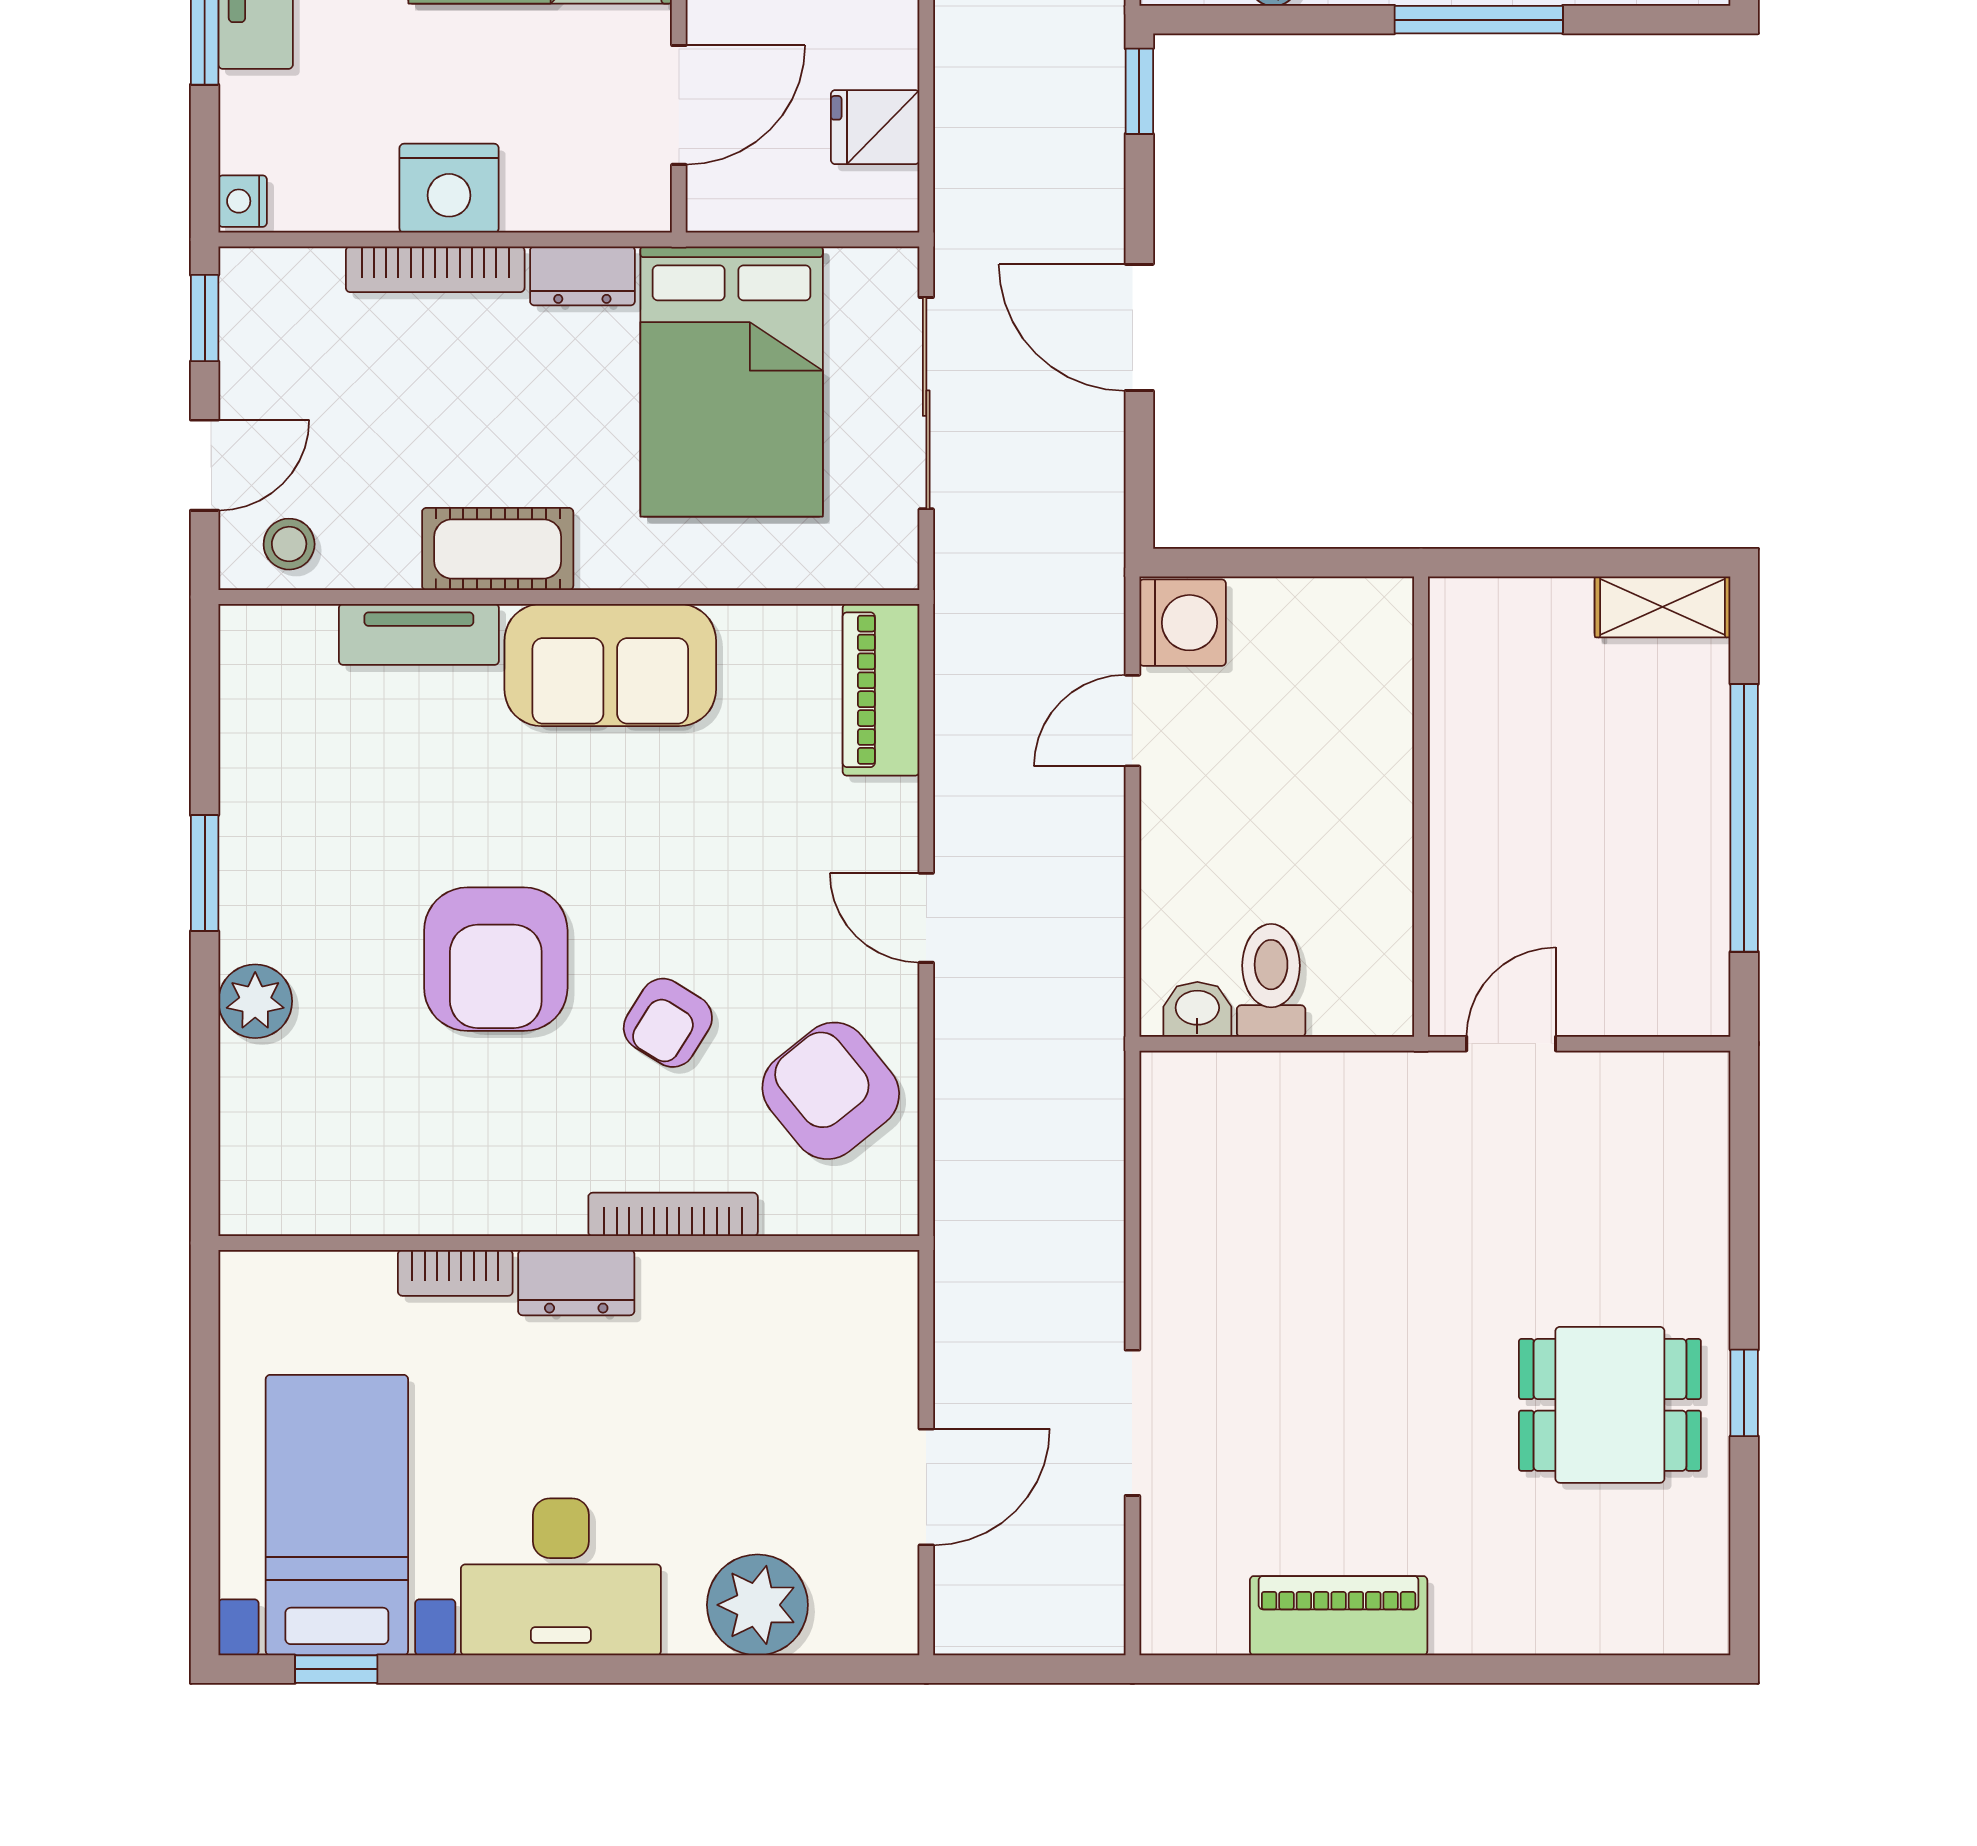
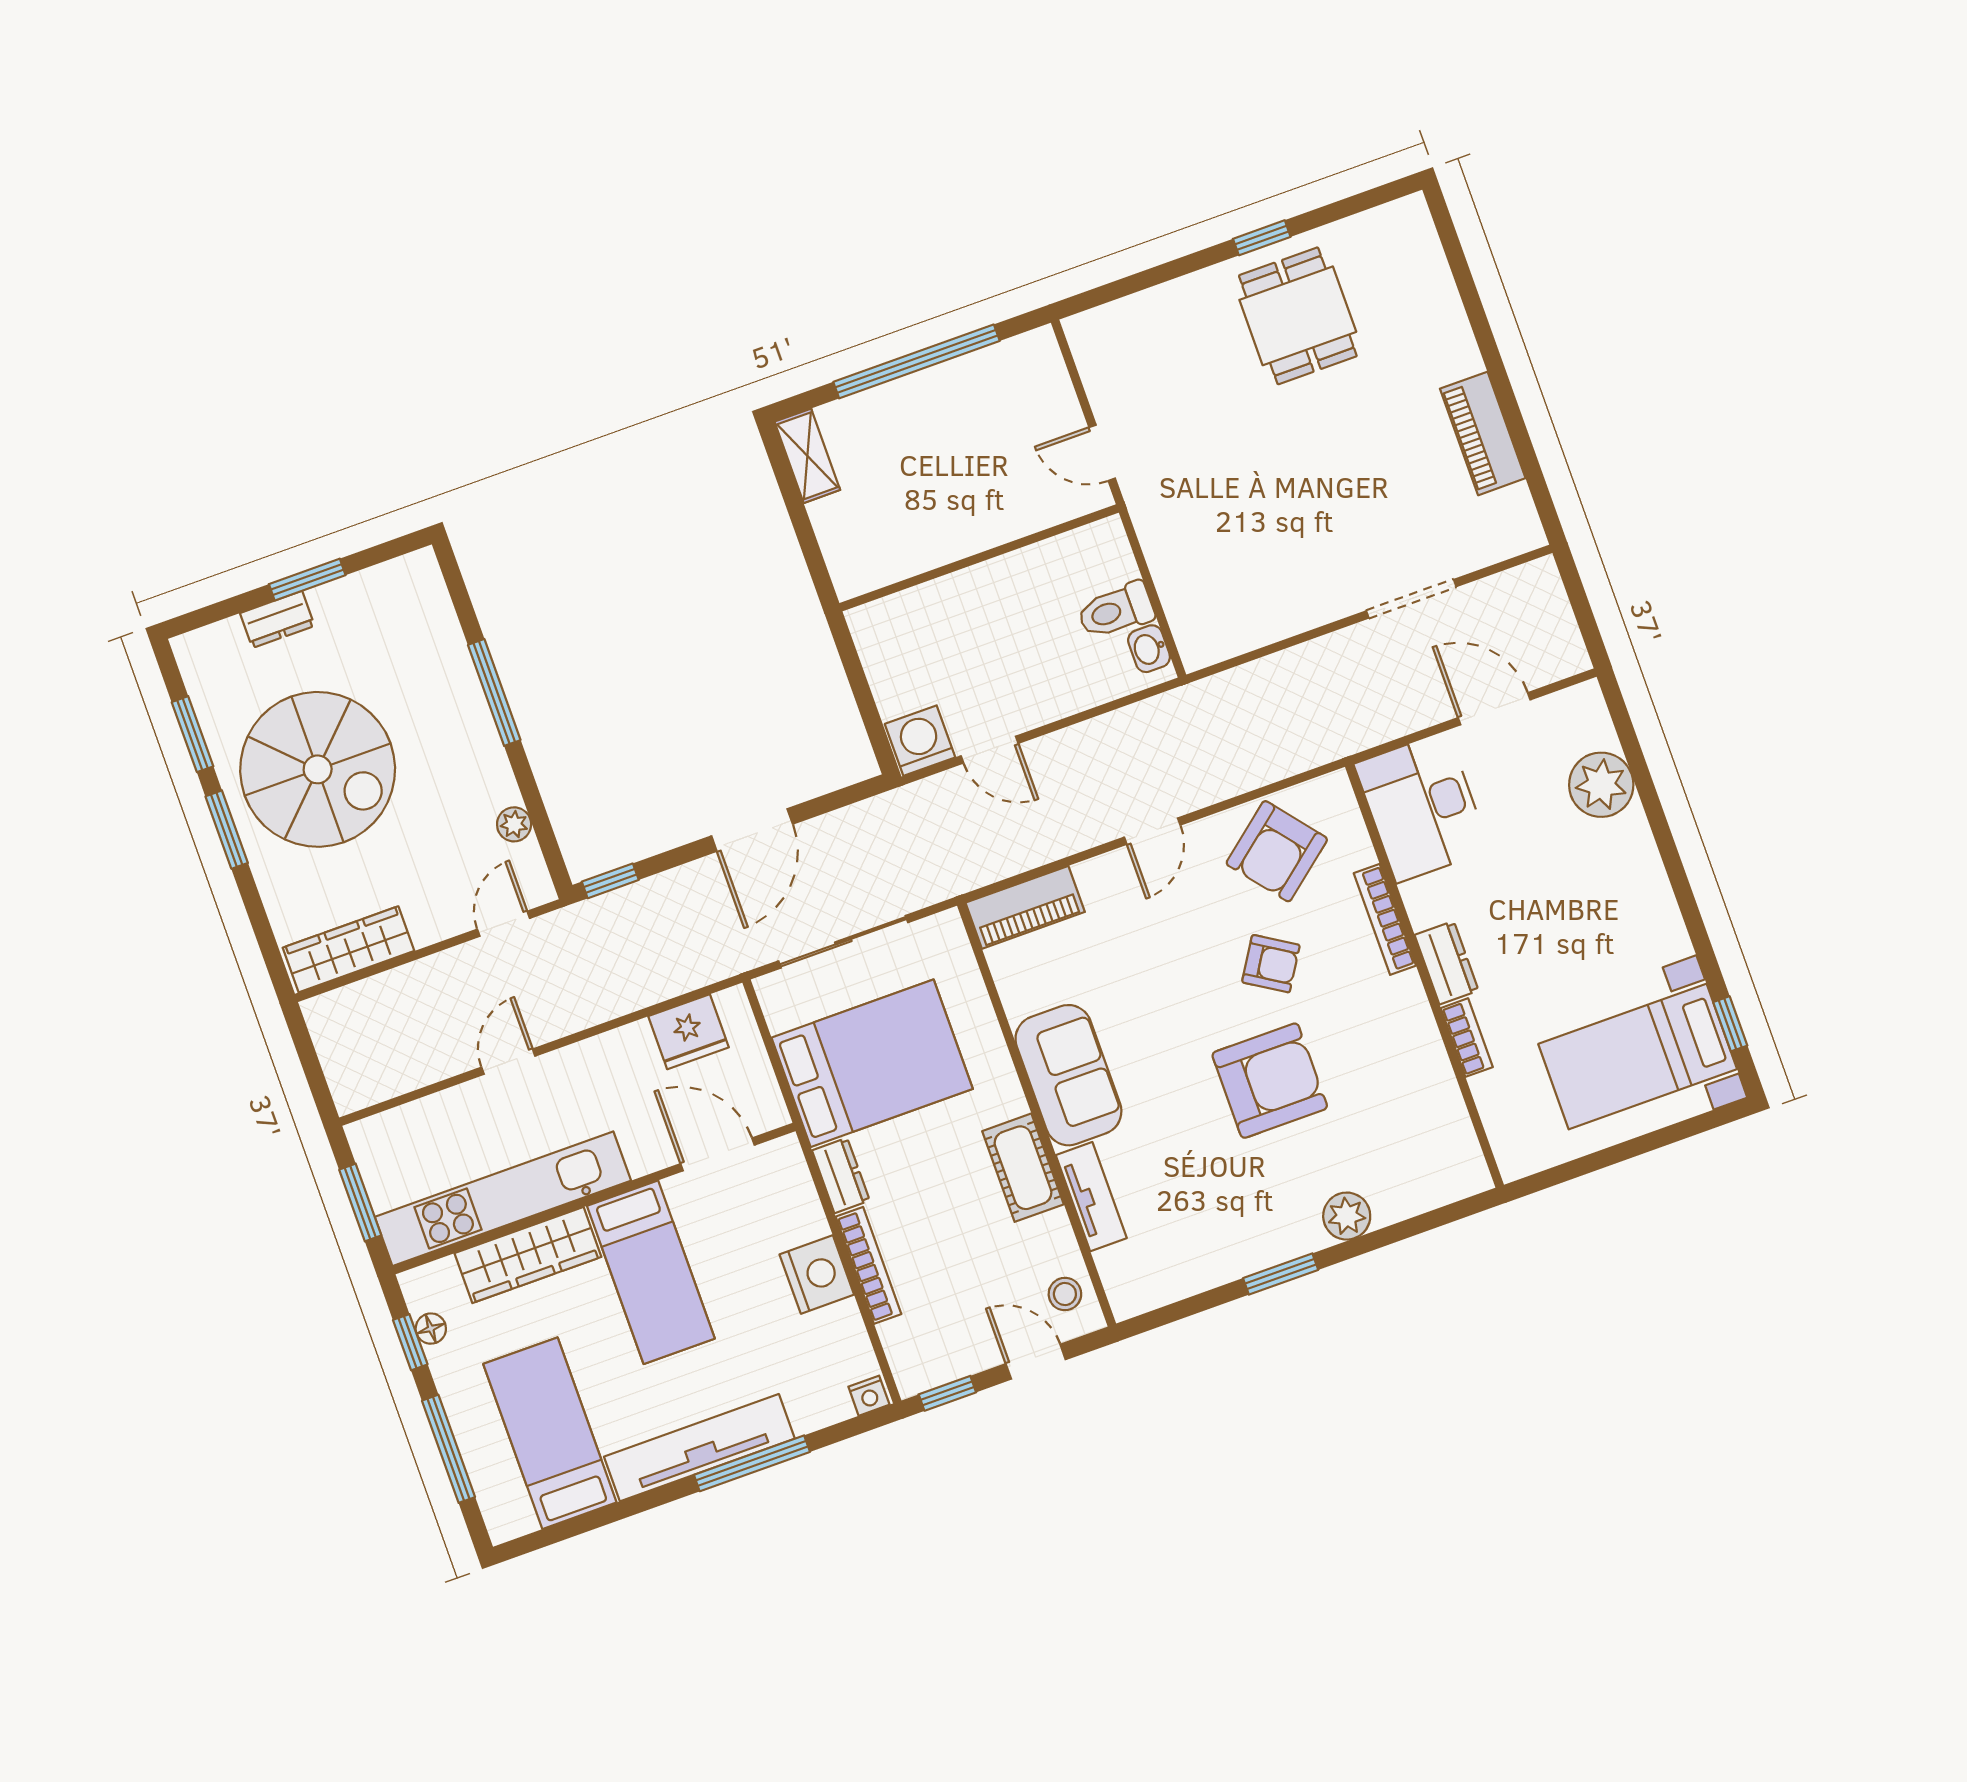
fridge: (875, 127) -> (689, 1032), width x1.38
desk: (561, 1577) -> (1422, 807), moved, turned 180

